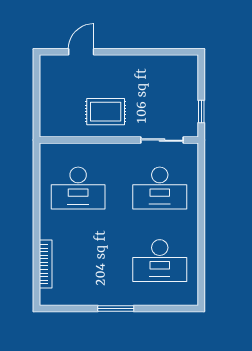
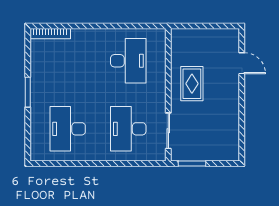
window: (201, 112) -> (192, 163), width x1.50
desk: (78, 188) -> (128, 61), turned 180
bookcase: (46, 264) -> (50, 34), moved

